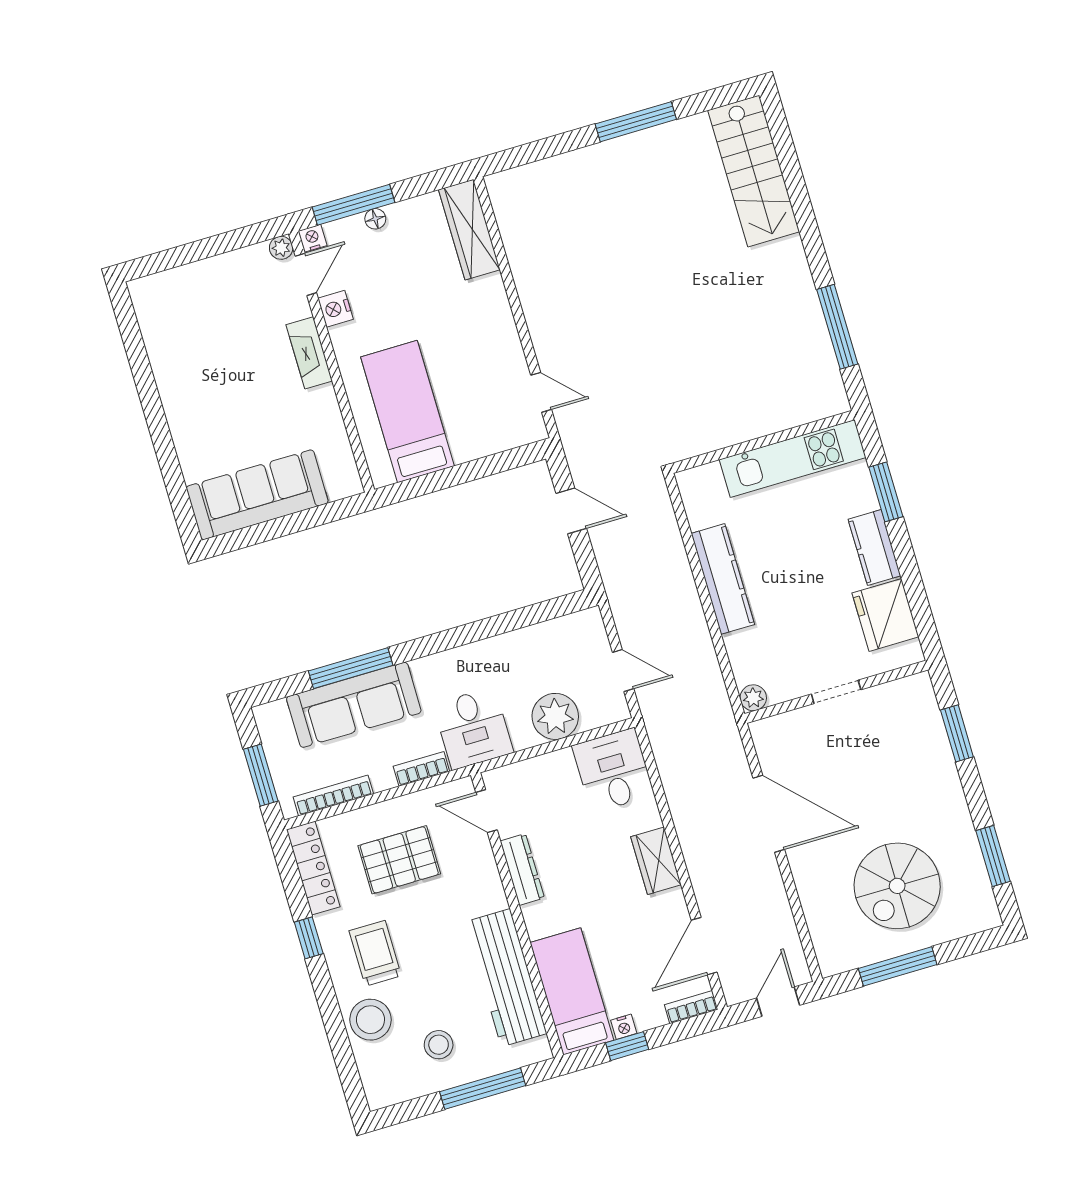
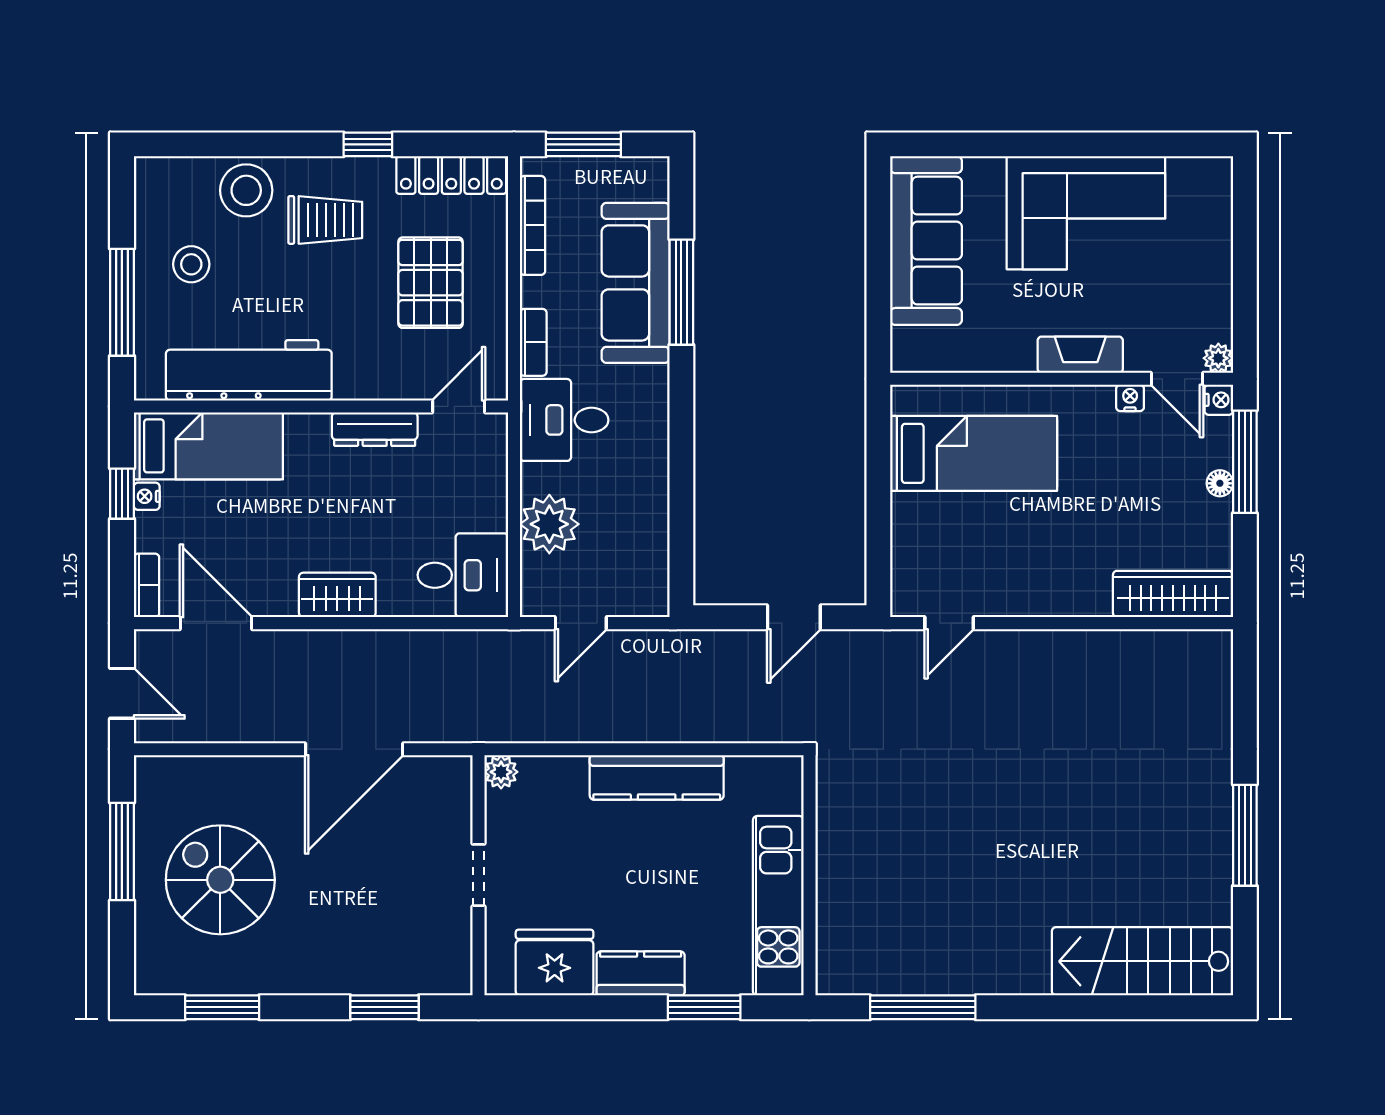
nightstand: (335, 309) -> (1130, 398), width x0.72, depth x0.74
corner sofa: (201, 380) -> (1086, 213), added

